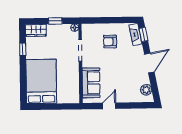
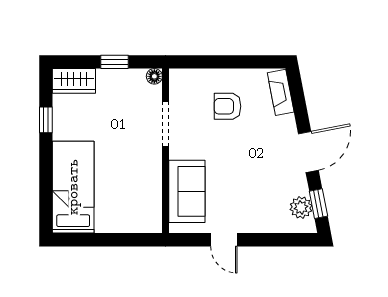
window: (143, 35) -> (318, 204), moved
bed: (41, 81) -> (73, 187), width x0.67
door: (109, 106) -> (224, 240), swing flipped

